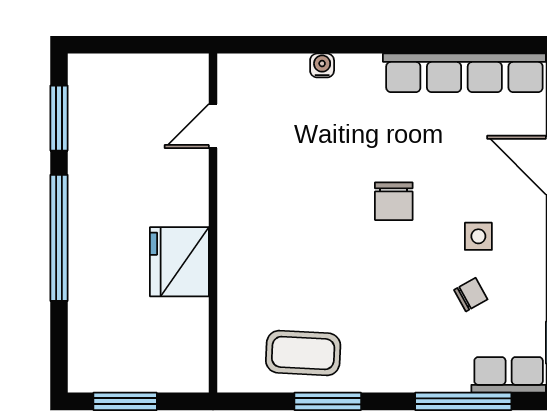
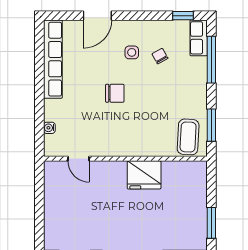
door: (213, 126) -> (79, 159), moved
wall: (213, 223) -> (125, 159), moved
fridge: (179, 262) -> (144, 175), moved

